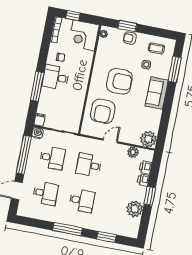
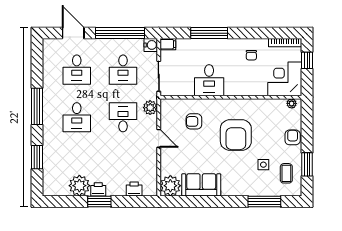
window: (127, 26) -> (307, 164), moved
desk: (56, 77) -> (209, 80), moved, turned 180
sofa: (157, 93) -> (201, 185), moved
armchair: (103, 111) -> (194, 121), width x0.53, depth x0.53
plant: (133, 152) -> (150, 108), moved
printer: (143, 180) -> (98, 189), moved

